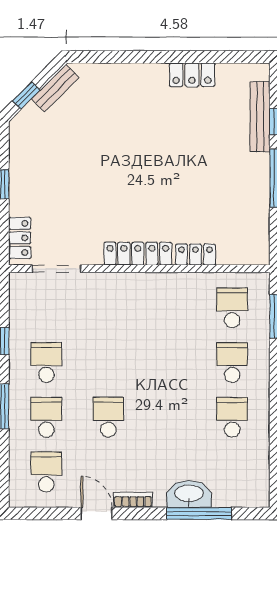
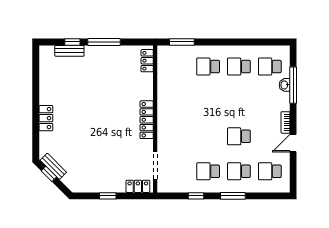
locker: (192, 75) -> (46, 118), moved
window: (26, 95) -> (49, 174), moved
bench: (260, 117) -> (69, 51), width x0.73
locker: (195, 255) -> (147, 61), moved
school desk: (232, 308) -> (270, 67), moved
washbasin: (189, 494) -> (285, 85), width x0.52, depth x0.69

